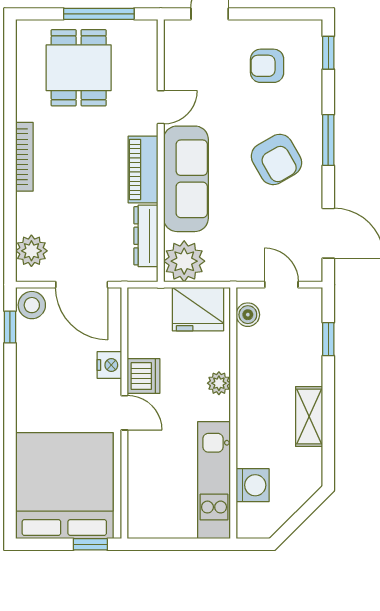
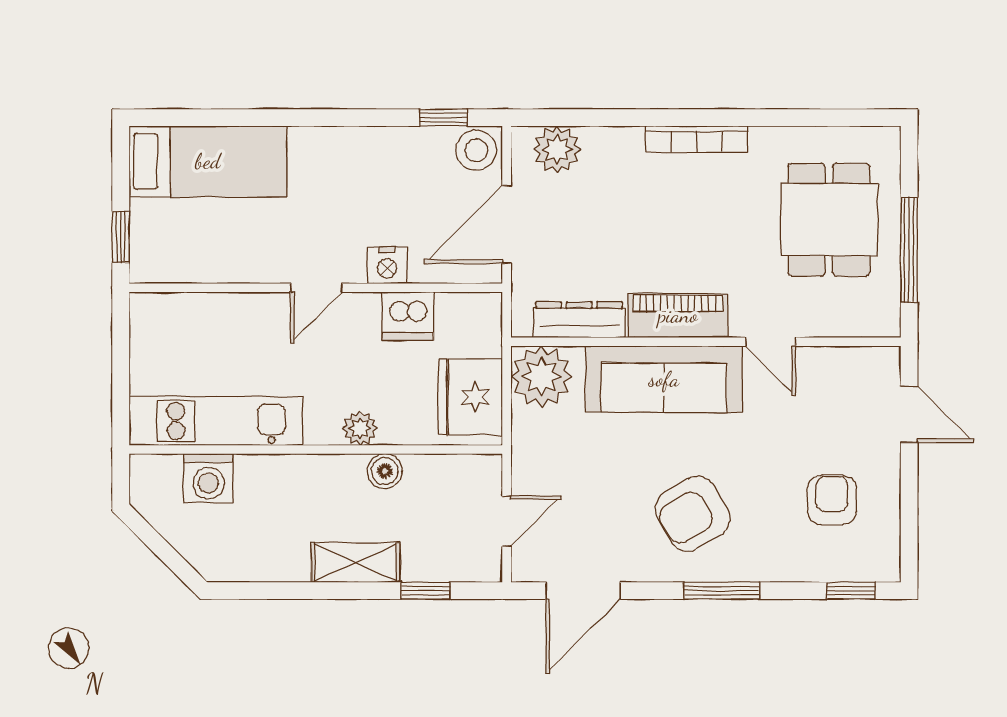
dining table: (79, 68) -> (829, 220), turned 90
boiler: (248, 315) -> (385, 471), moved
dishwasher: (144, 376) -> (408, 316), moved
shelving: (309, 416) -> (355, 562), moved
bed: (64, 486) -> (208, 161), width x0.49

